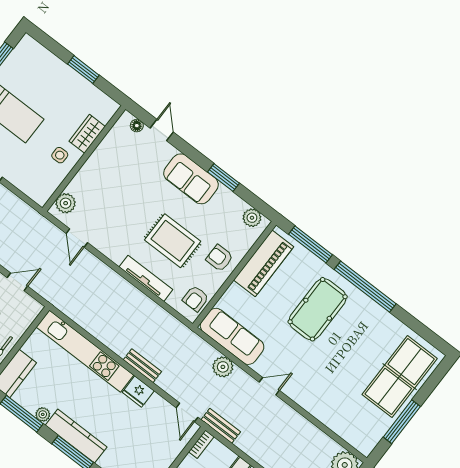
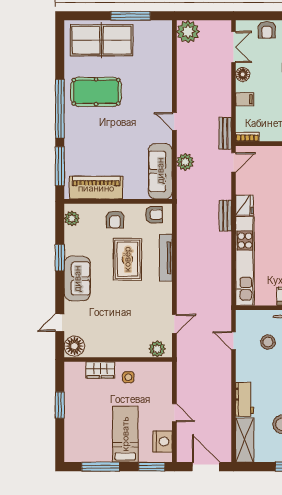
floor lamp: (137, 126) -> (74, 346), width x1.89, depth x1.89
pool table: (318, 309) -> (96, 92), moved

